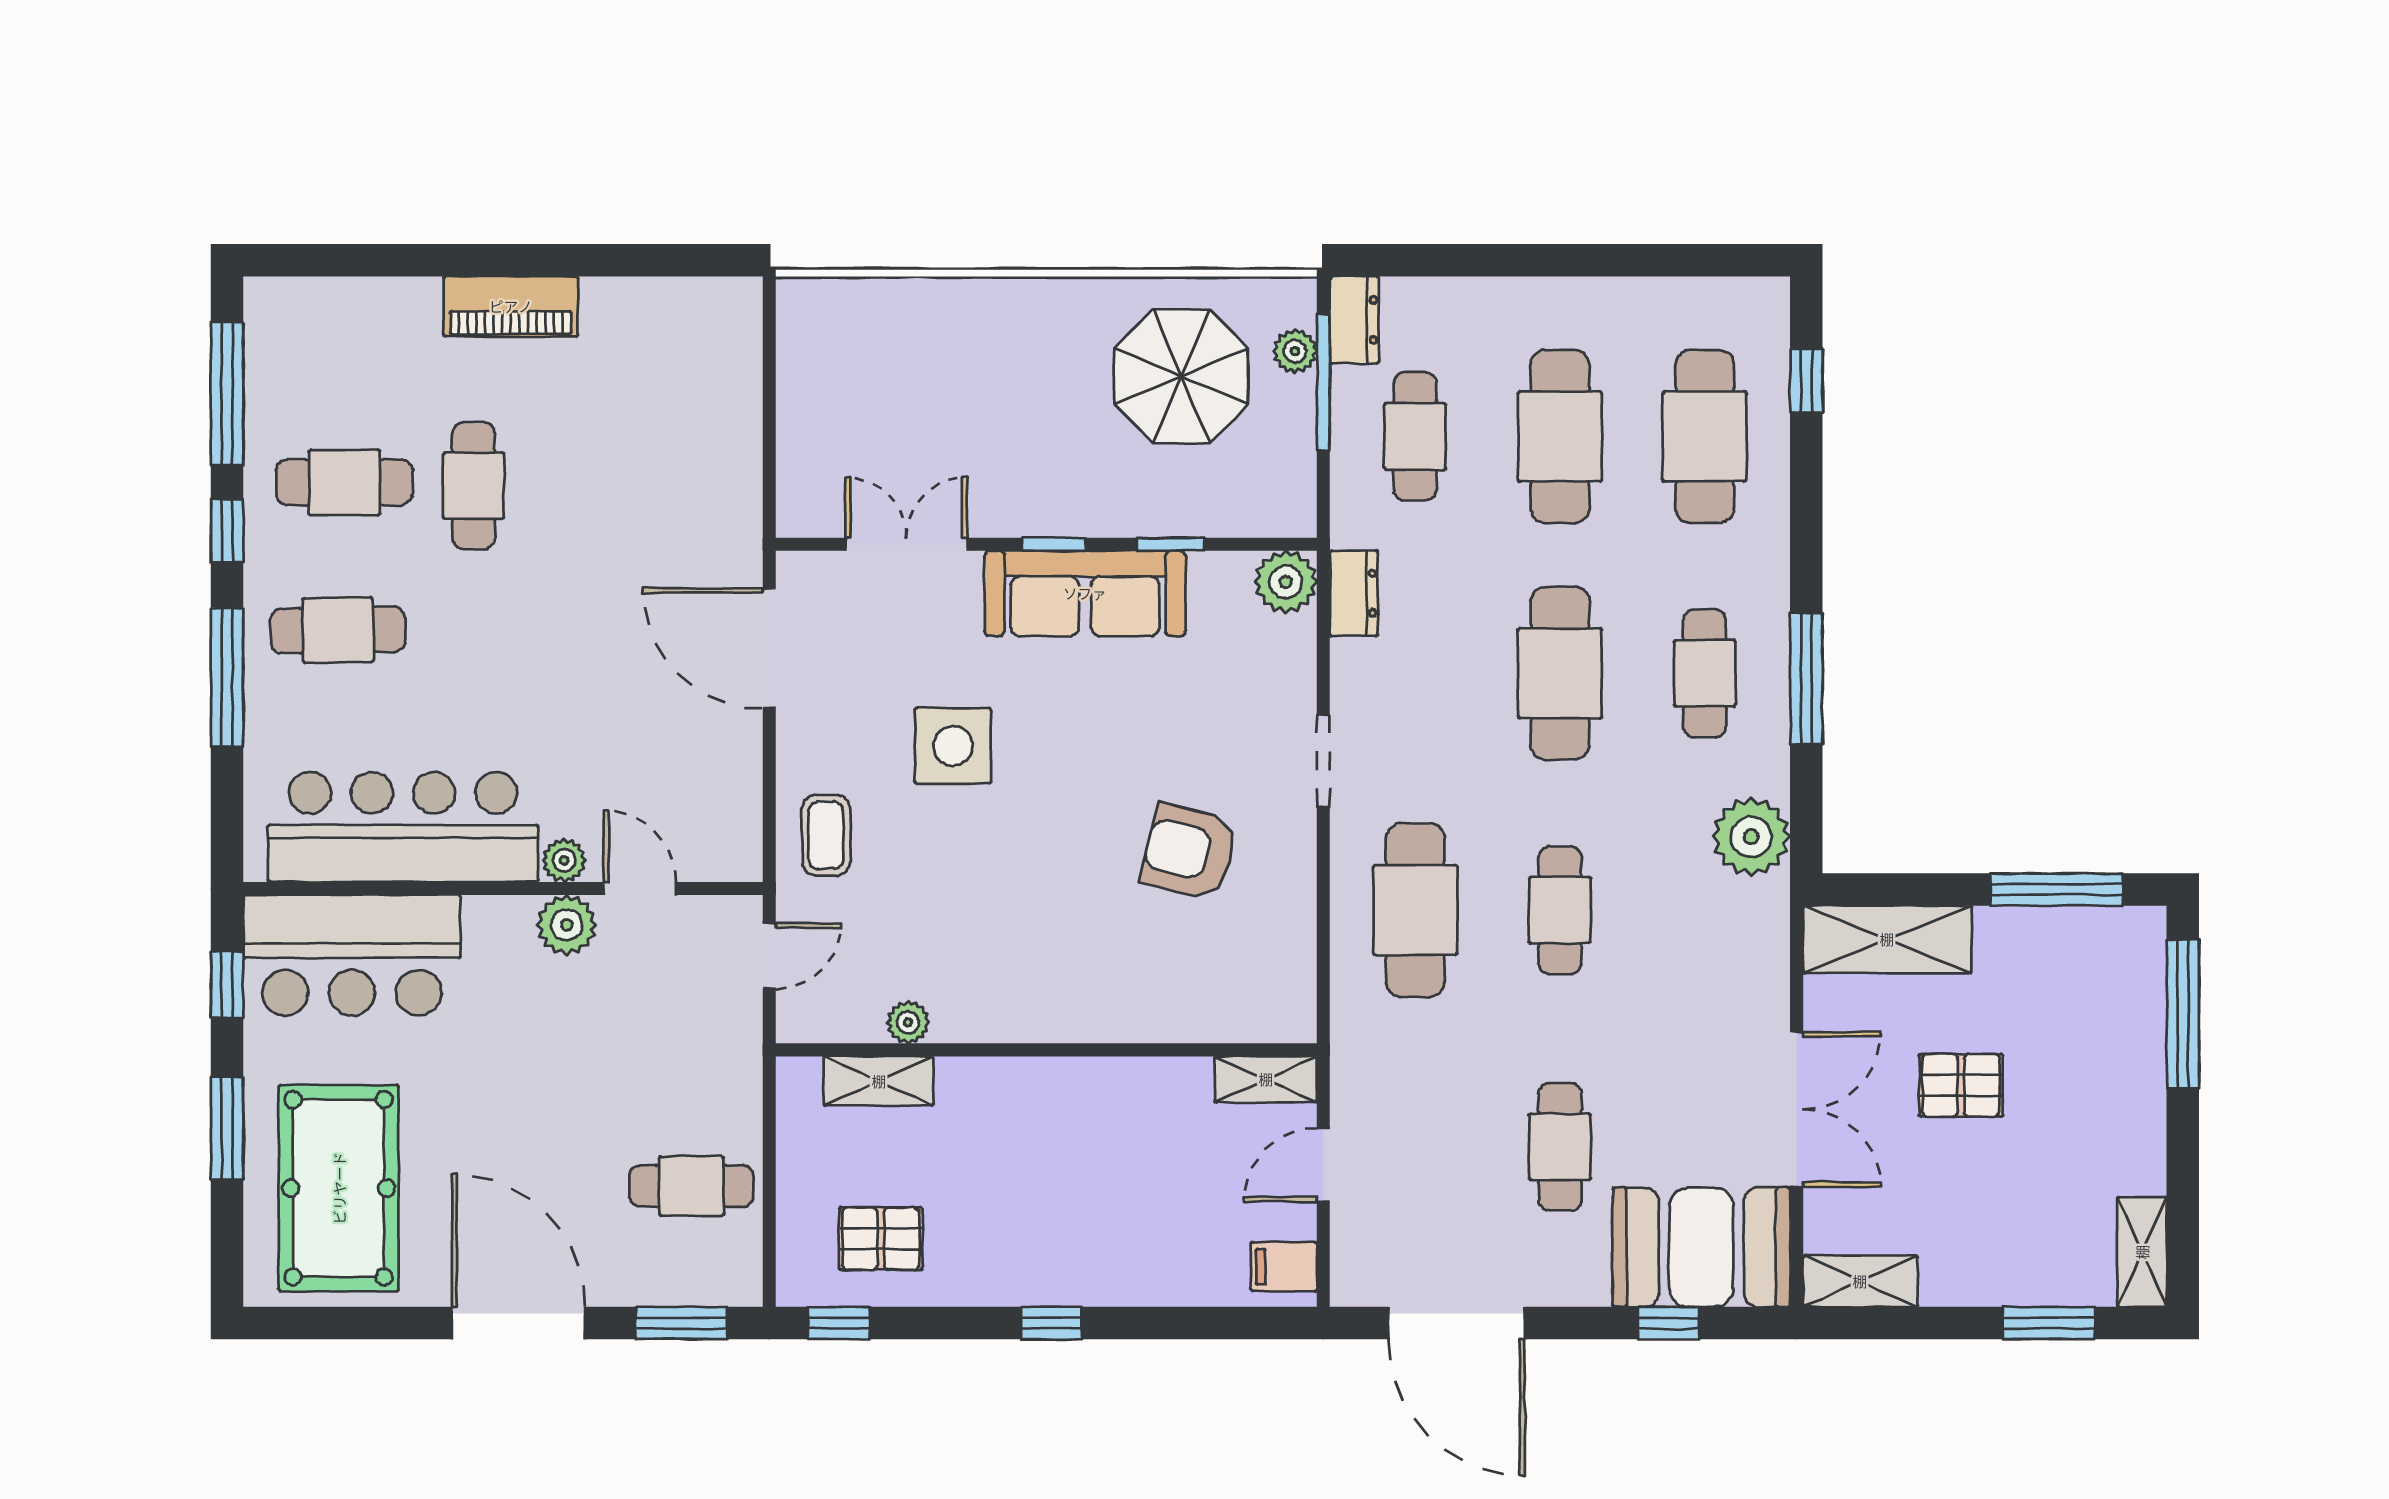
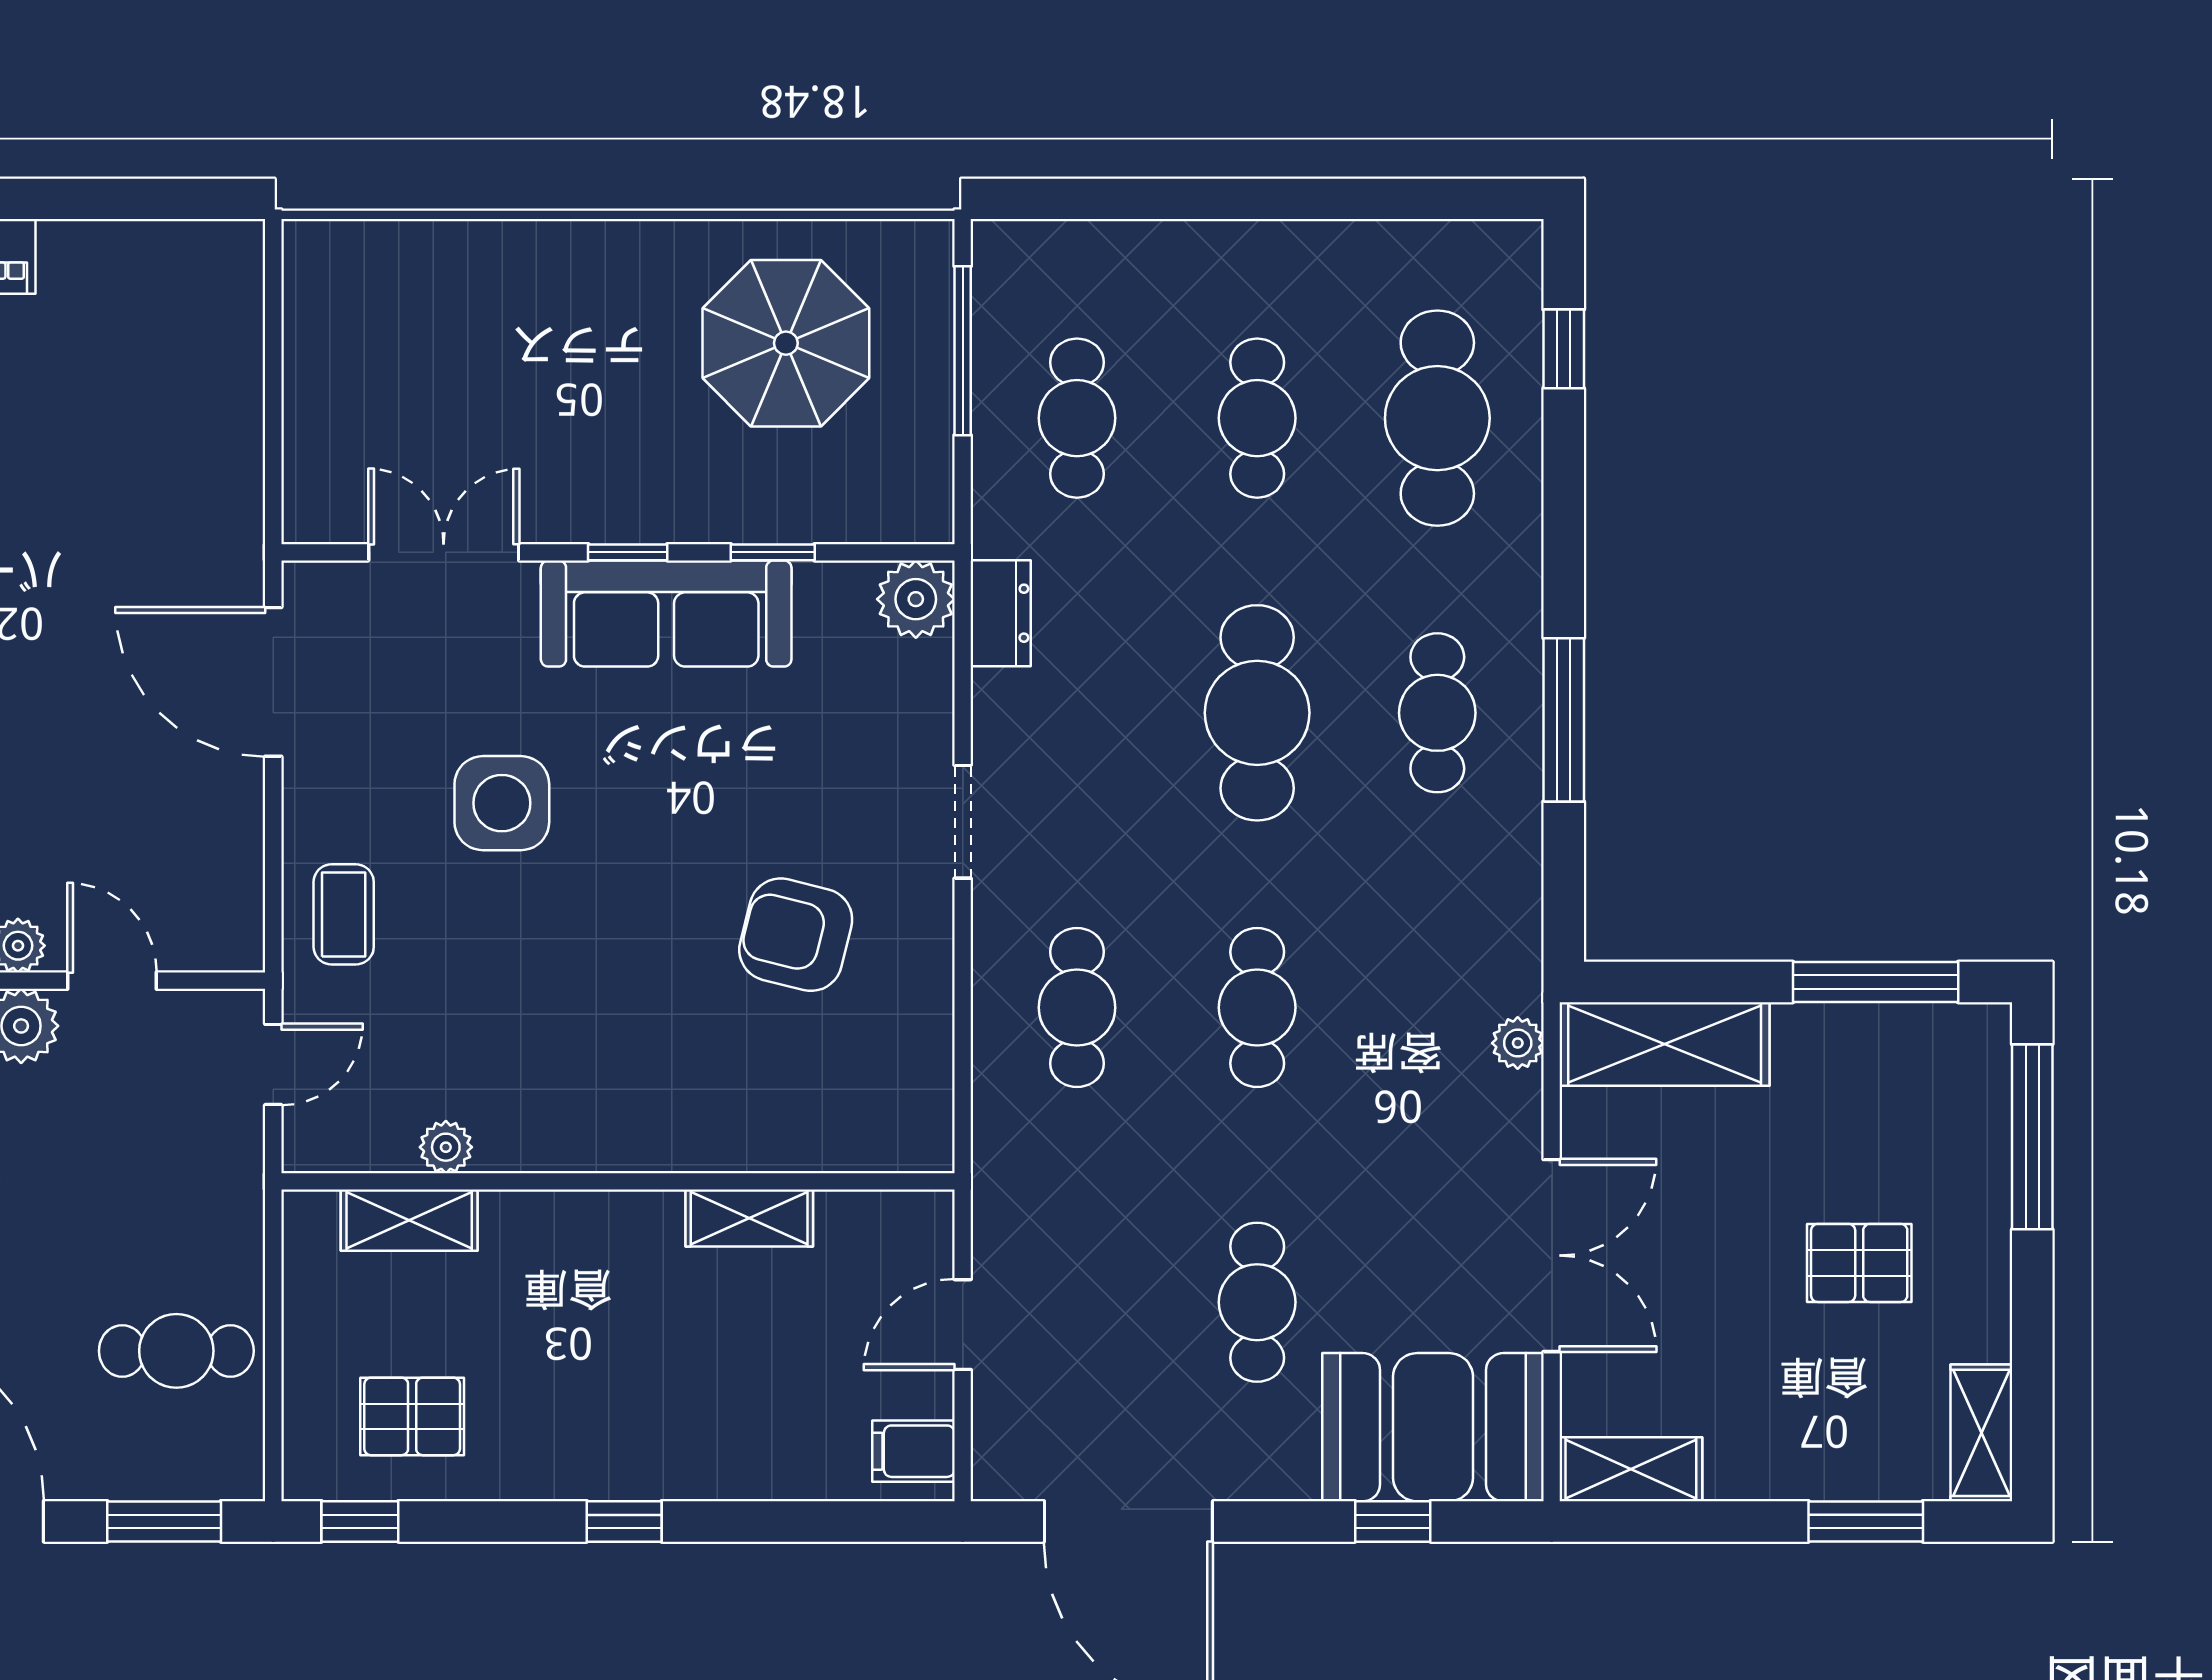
dresser: (1354, 320) -> (1001, 273), removed
plant: (1295, 351) -> (928, 312), removed
cafe table: (1560, 436) -> (1257, 418), width x0.73, depth x0.74
plant: (1751, 837) -> (1518, 1043), moved, width x0.53, depth x0.53
cafe table: (1415, 910) -> (1077, 1008), width x0.73, depth x0.74
shelving: (1266, 1079) -> (749, 1218), moved
pallet: (1961, 1085) -> (1859, 1263), moved

